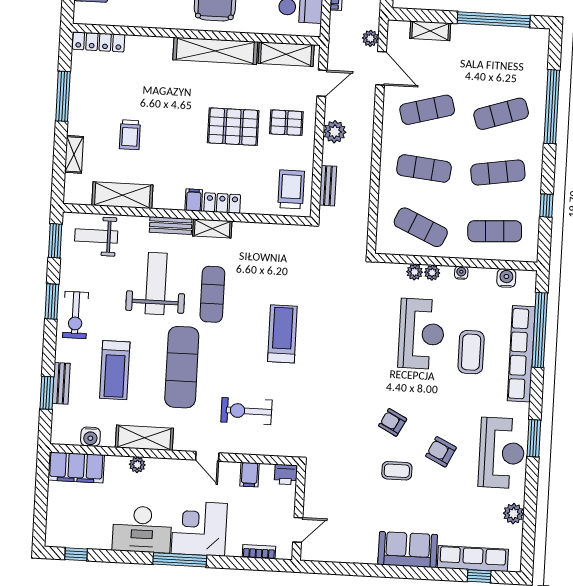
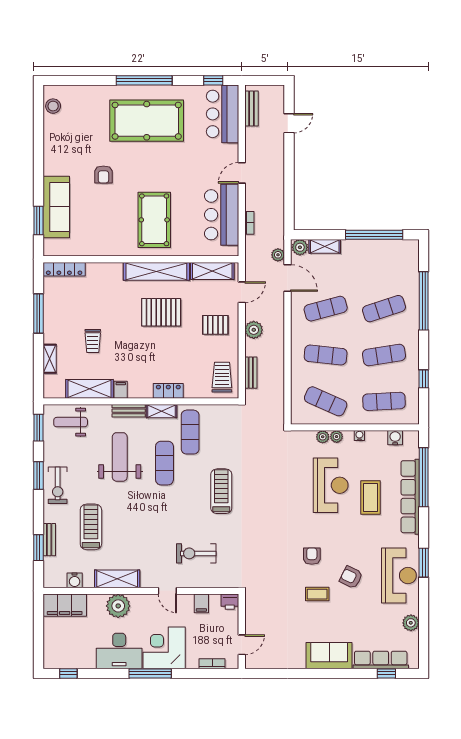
plant: (399, 30) -> (300, 247), added
pallet: (233, 127) -> (161, 312), moved
filing cabinet: (194, 200) -> (121, 390), moved
exercise mat: (182, 367) -> (190, 432), moved, width x0.73, depth x0.69
treadmill: (115, 370) -> (91, 527), turned 180
armchair: (393, 422) -> (312, 556), turned 62
plant: (137, 465) -> (118, 606), width x1.88, depth x1.88

